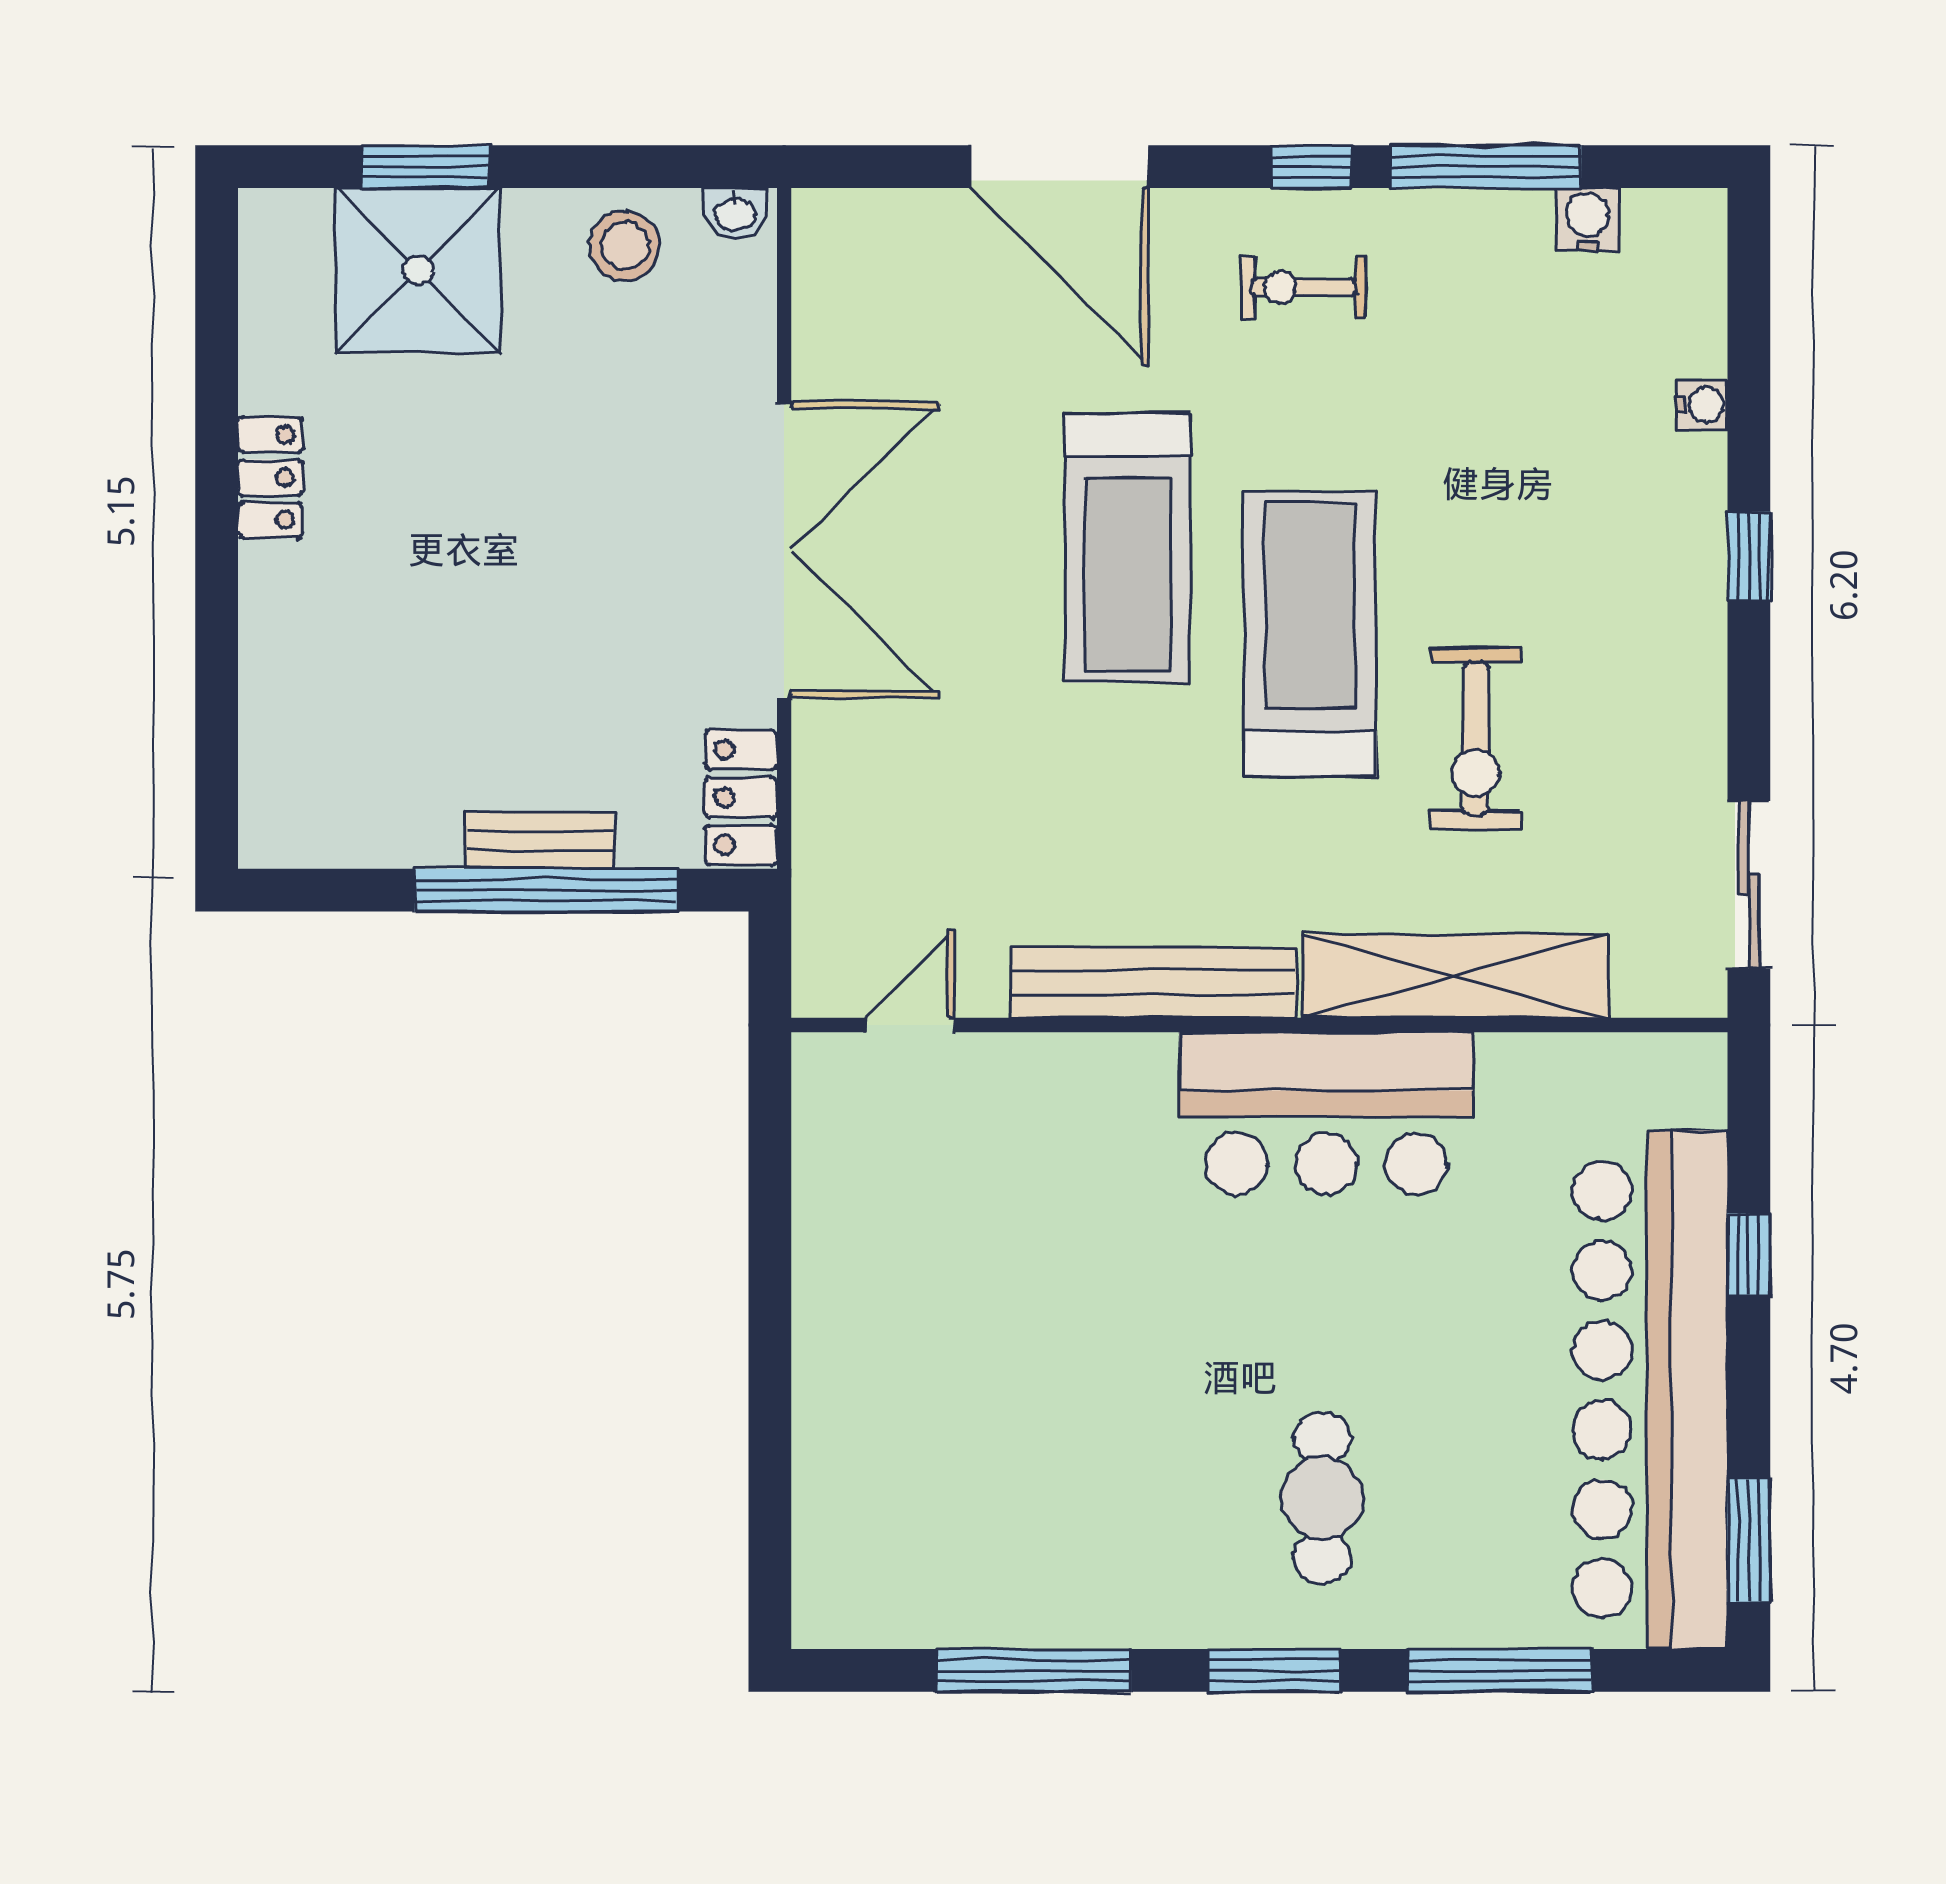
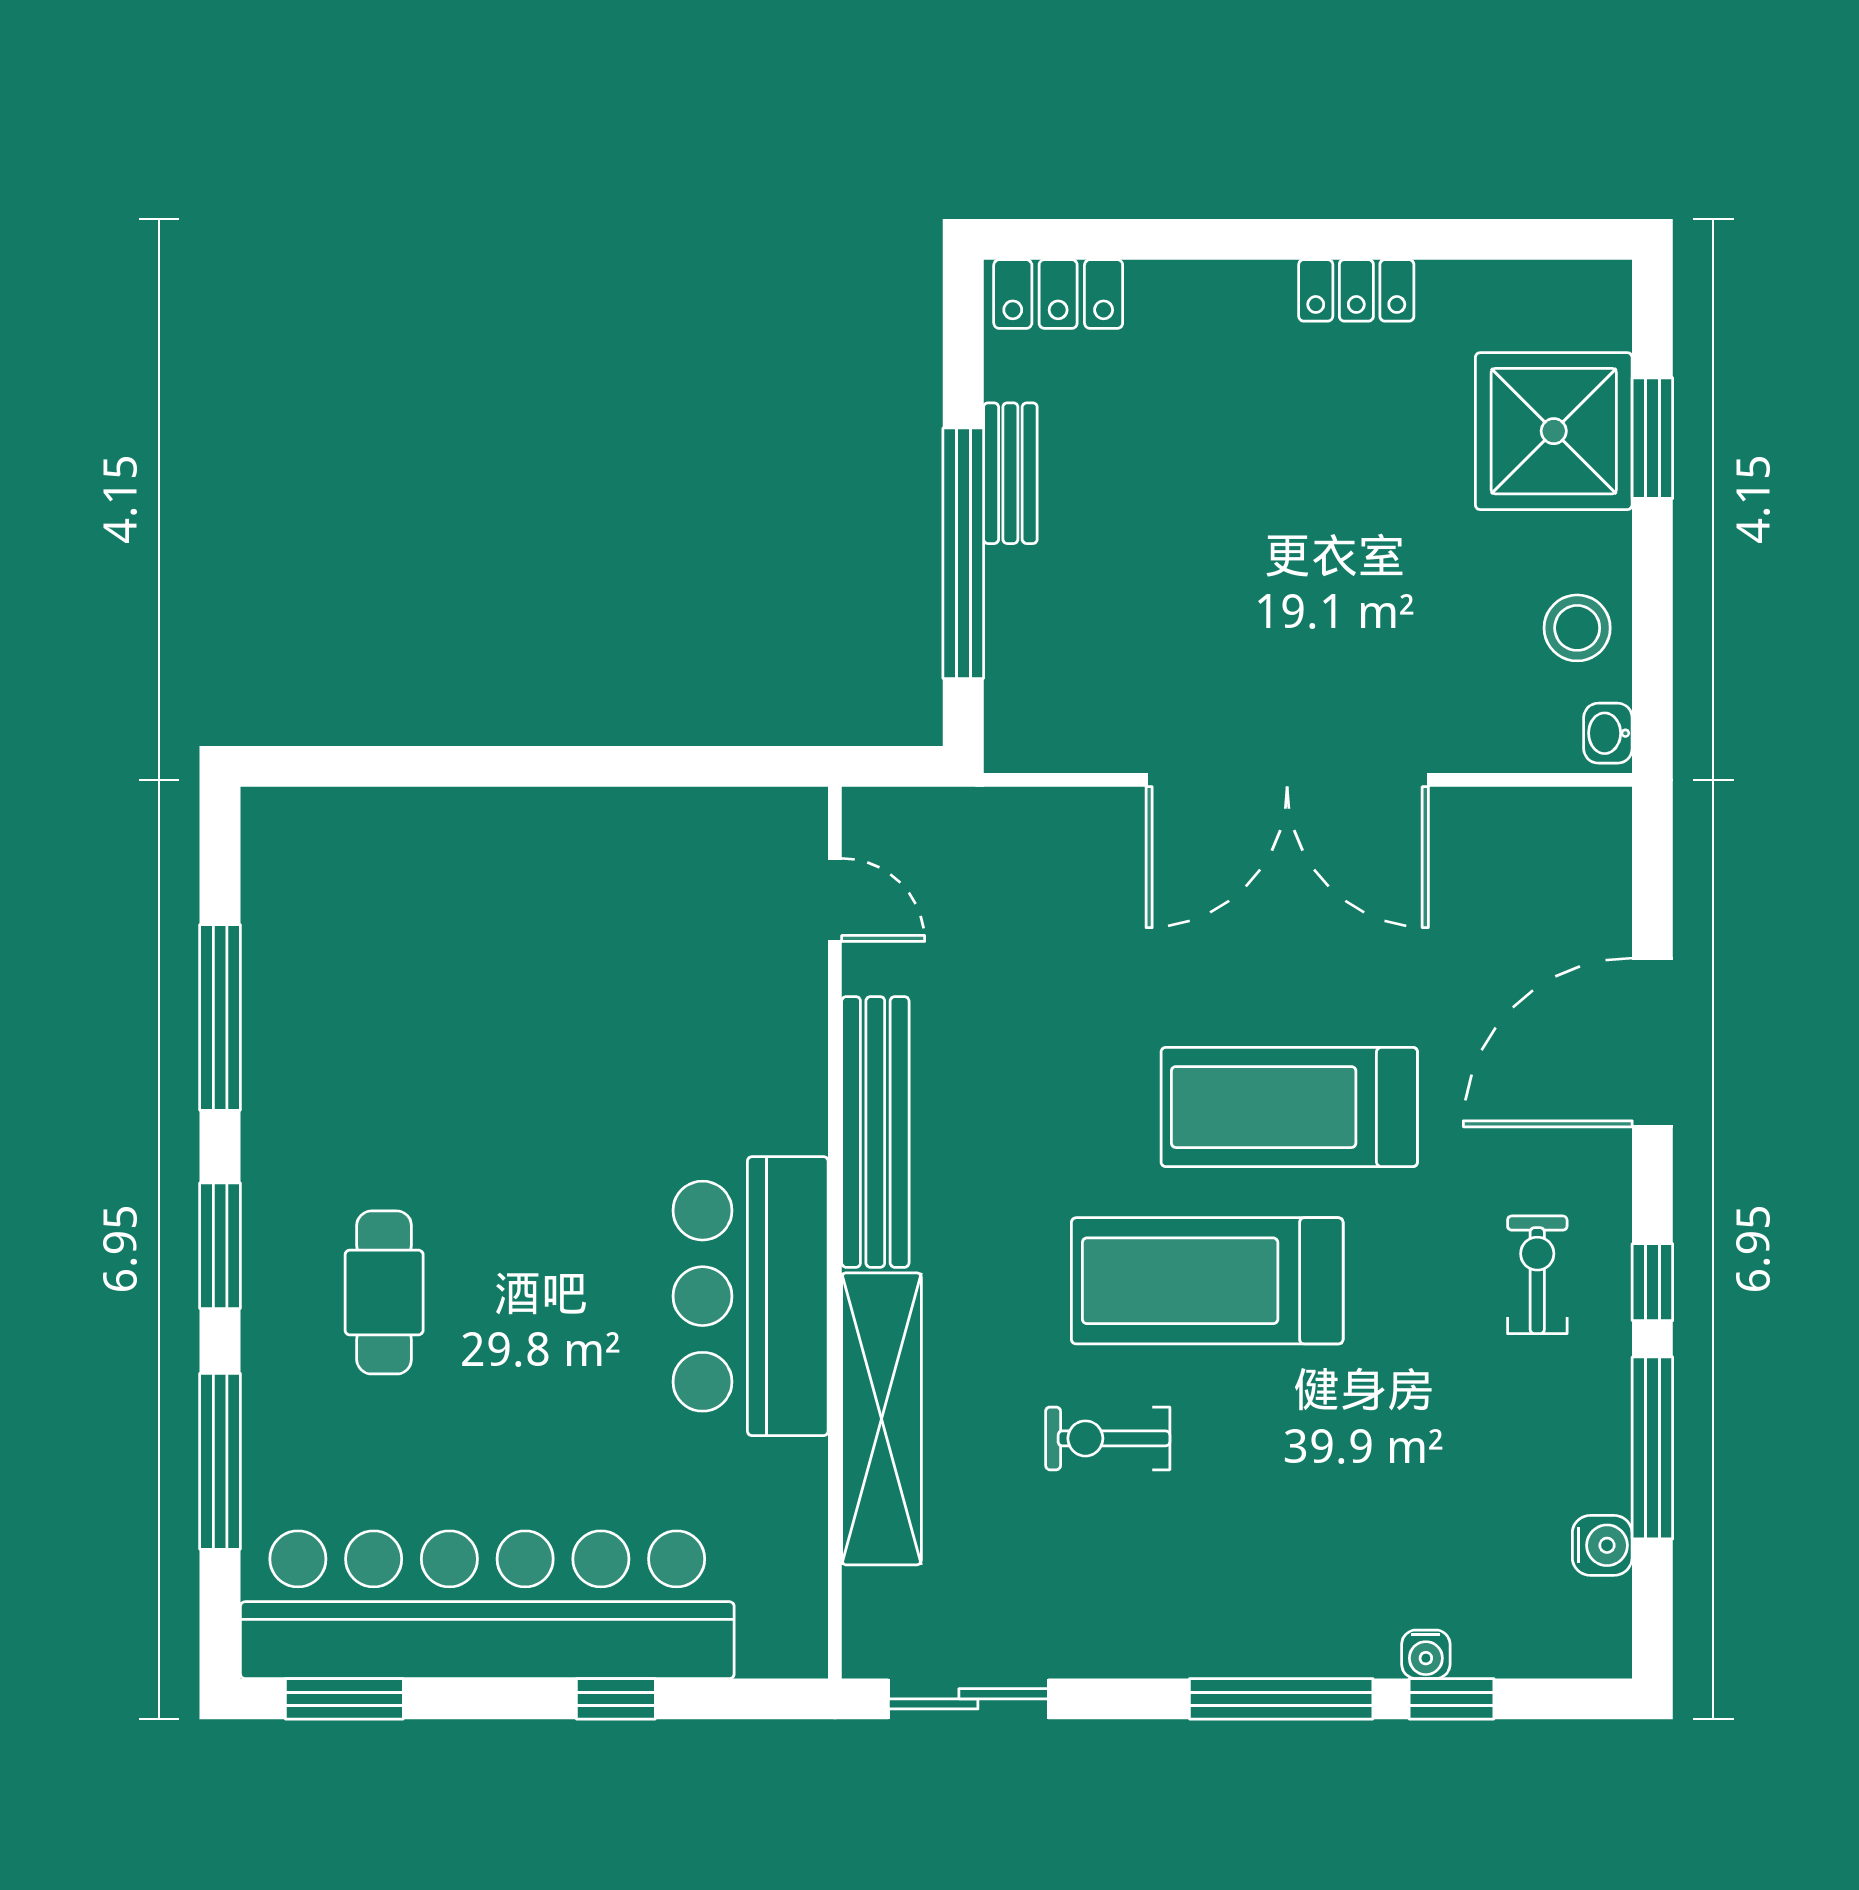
window: (1749, 378) -> (1451, 1699), added
window: (1749, 556) -> (1281, 1699), width x2.17
treadmill: (1310, 634) -> (1207, 1281), turned 180
exercise bike: (1476, 738) -> (1108, 1438), width x0.73, depth x0.72
locker: (741, 797) -> (1058, 294), moved, turned 180
bench: (539, 841) -> (1010, 473), moved
cafe table: (1322, 1498) -> (384, 1292), turned 90

